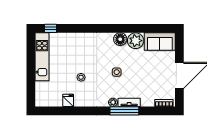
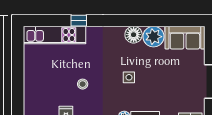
window: (50, 28) -> (79, 21), moved
kitchen unit: (42, 57) -> (55, 35), moved, turned 90

